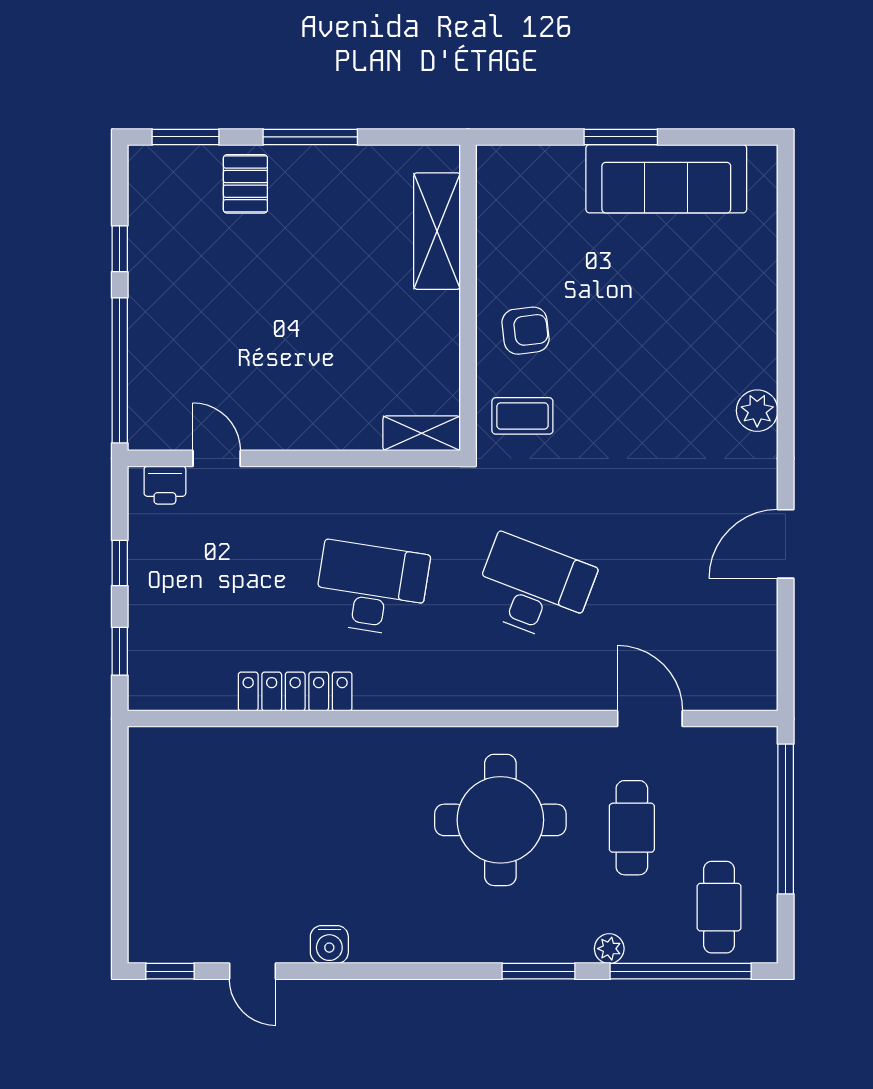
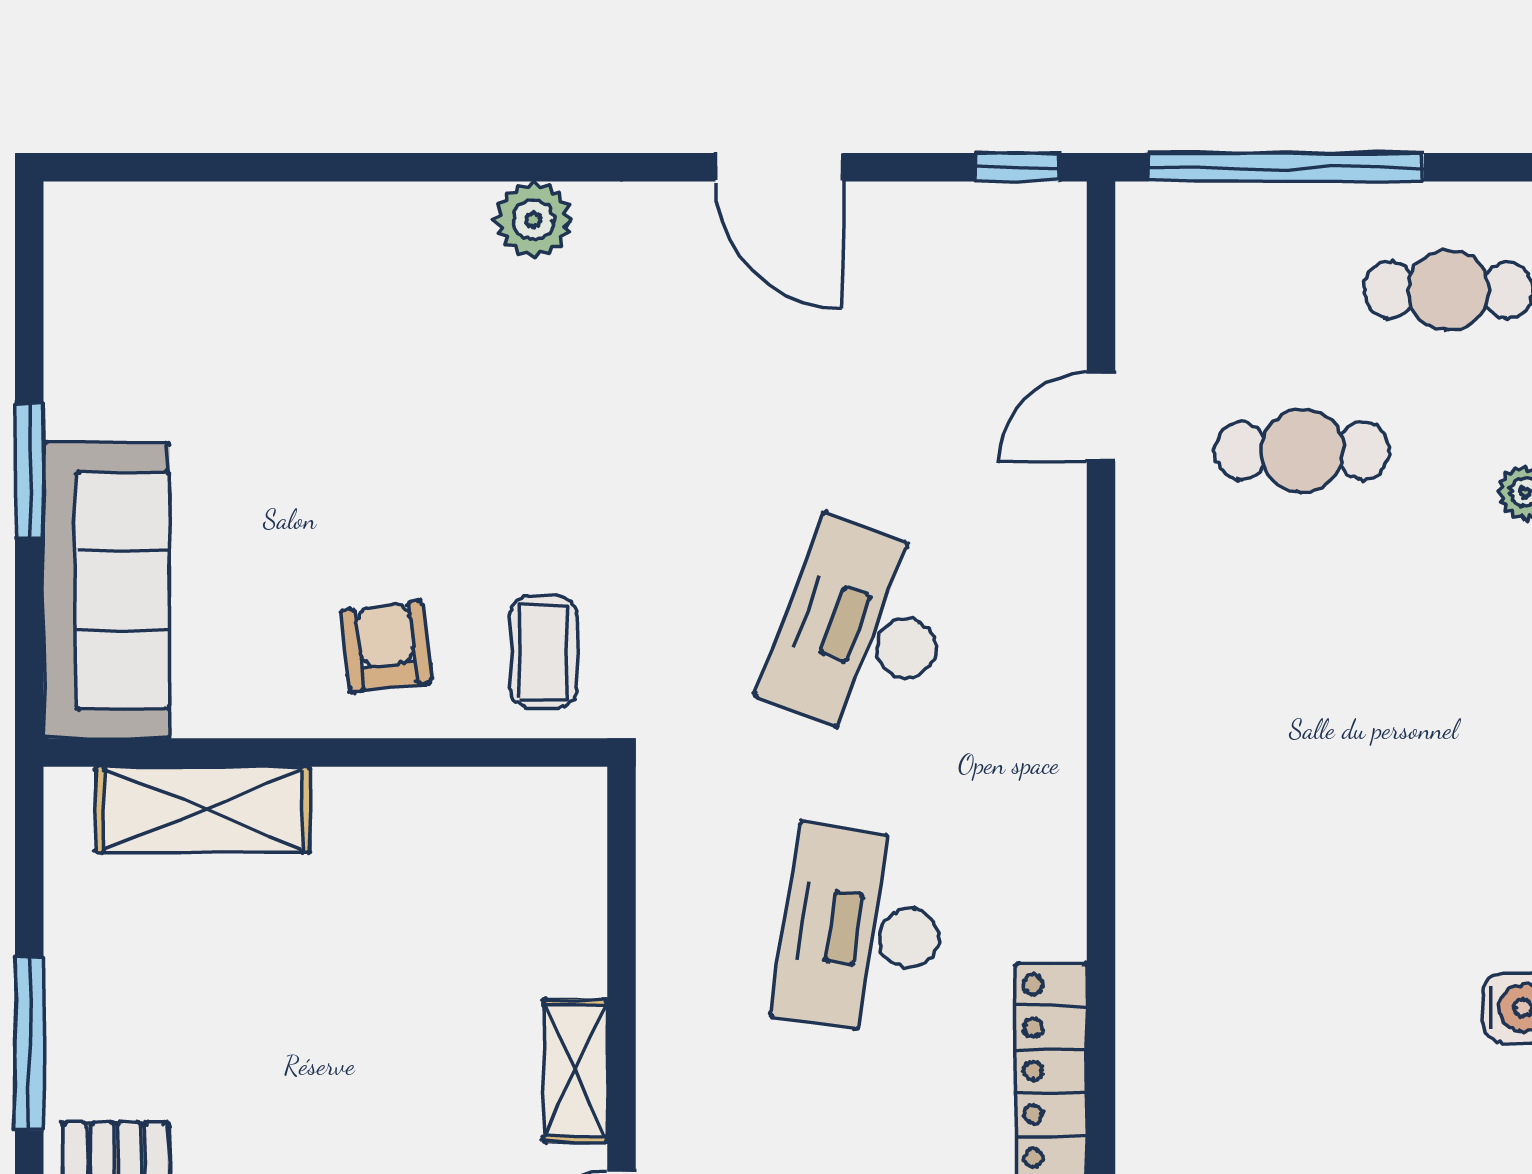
sofa: (666, 179) -> (106, 590), moved
shelving: (422, 433) -> (575, 1071), moved
window: (786, 673) -> (1017, 167), added
door: (650, 719) -> (1101, 417), width x0.73
round table: (500, 820) -> (1288, 693), removed

